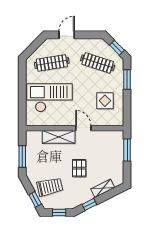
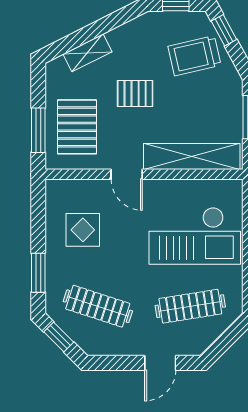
shelving: (59, 137) -> (192, 157), width x1.47
pallet: (108, 152) -> (77, 127), added
pallet: (79, 168) -> (135, 94), turned 90
window: (89, 204) -> (114, 20), removed

